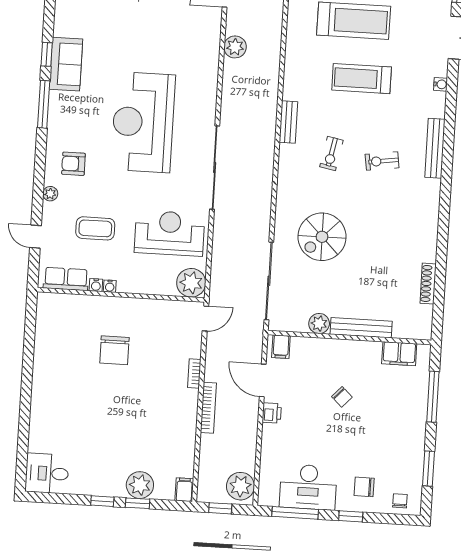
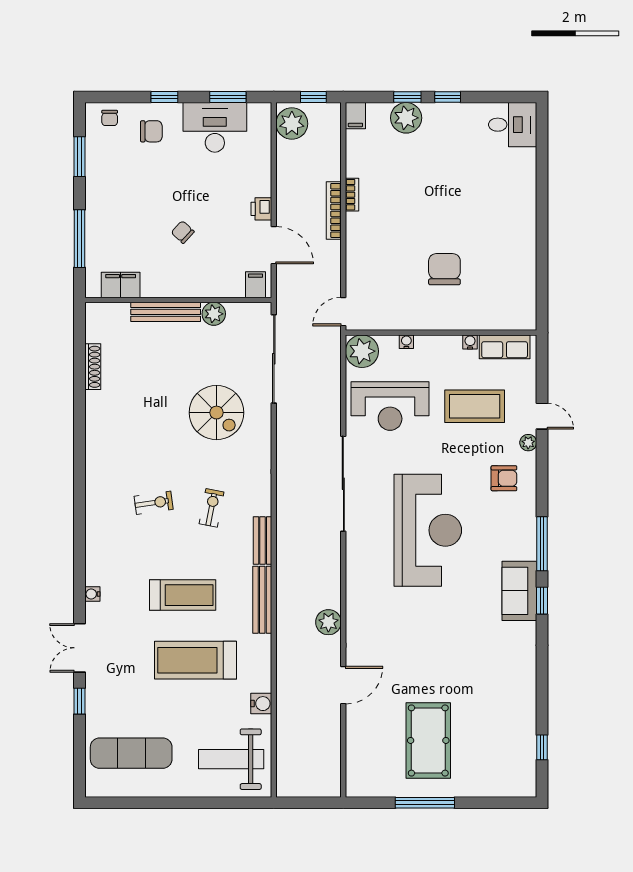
bench: (435, 148) -> (262, 600), moved
coffee table: (95, 228) -> (475, 406), width x1.36, depth x1.32
door: (36, 237) -> (542, 416), moved
spiral stairs: (322, 237) -> (216, 413), turned 90
water cooler: (110, 286) -> (406, 342), moved
bookcase: (194, 373) -> (352, 195), moved
window: (295, 513) -> (228, 97), width x0.69

